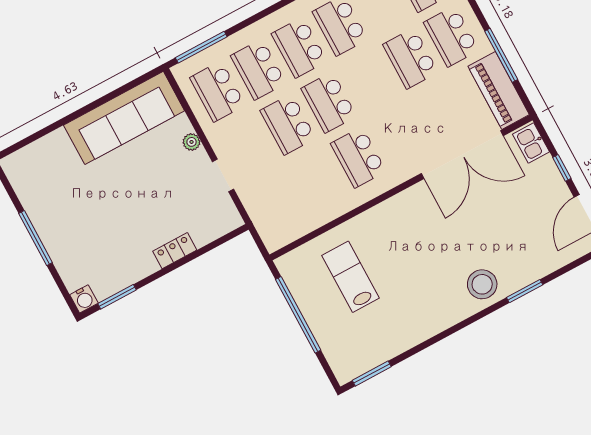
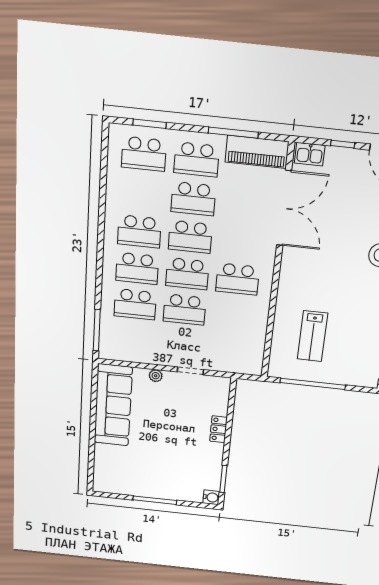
school desk: (217, 91) -> (190, 237), moved
lab bench: (351, 277) -> (312, 336), turned -90

